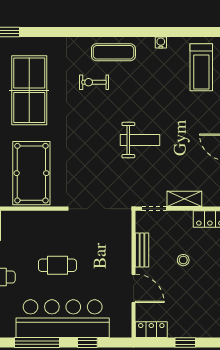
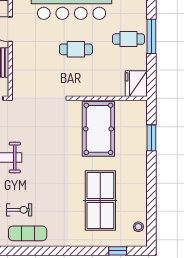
exercise bike: (94, 82) -> (19, 210), moved

